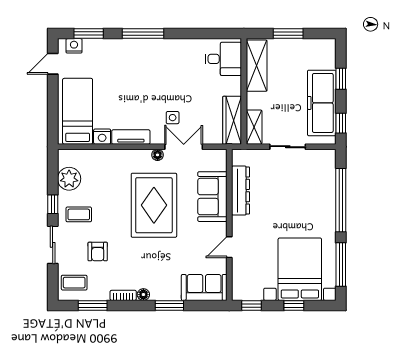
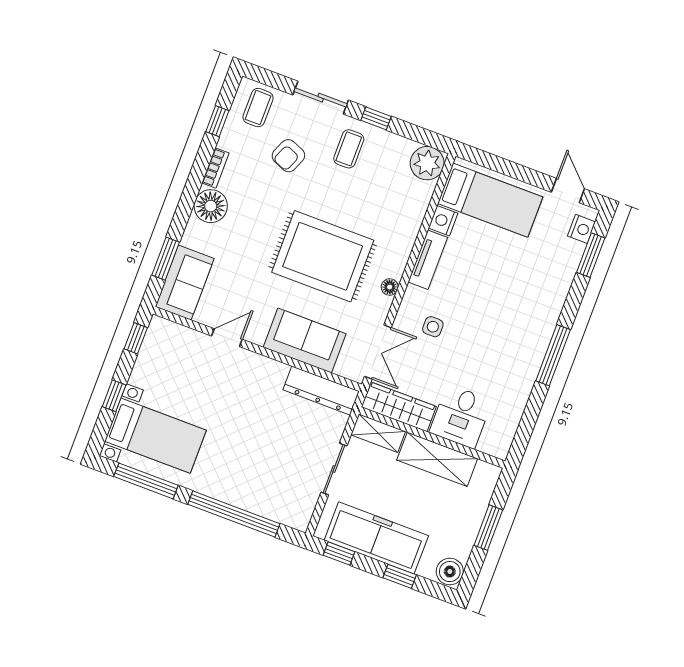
window: (143, 34) -> (553, 355), moved
boiler: (326, 48) -> (450, 572), added
desk: (223, 59) -> (461, 416), moved
shelving: (257, 66) -> (437, 459), moved
double door: (184, 147) -> (378, 352), moved
plant: (69, 179) -> (427, 163), moved
dresser: (240, 191) -> (321, 391), moved
door: (229, 247) -> (227, 338), hinge flipped
armchair: (98, 251) -> (288, 156), turned -67
bed with nightstands: (300, 269) -> (156, 436), width x0.73
floor lamp: (143, 295) -> (211, 206), width x1.89, depth x1.89
window: (93, 305) -> (217, 121), width x0.67
window: (169, 305) -> (166, 259), moved

